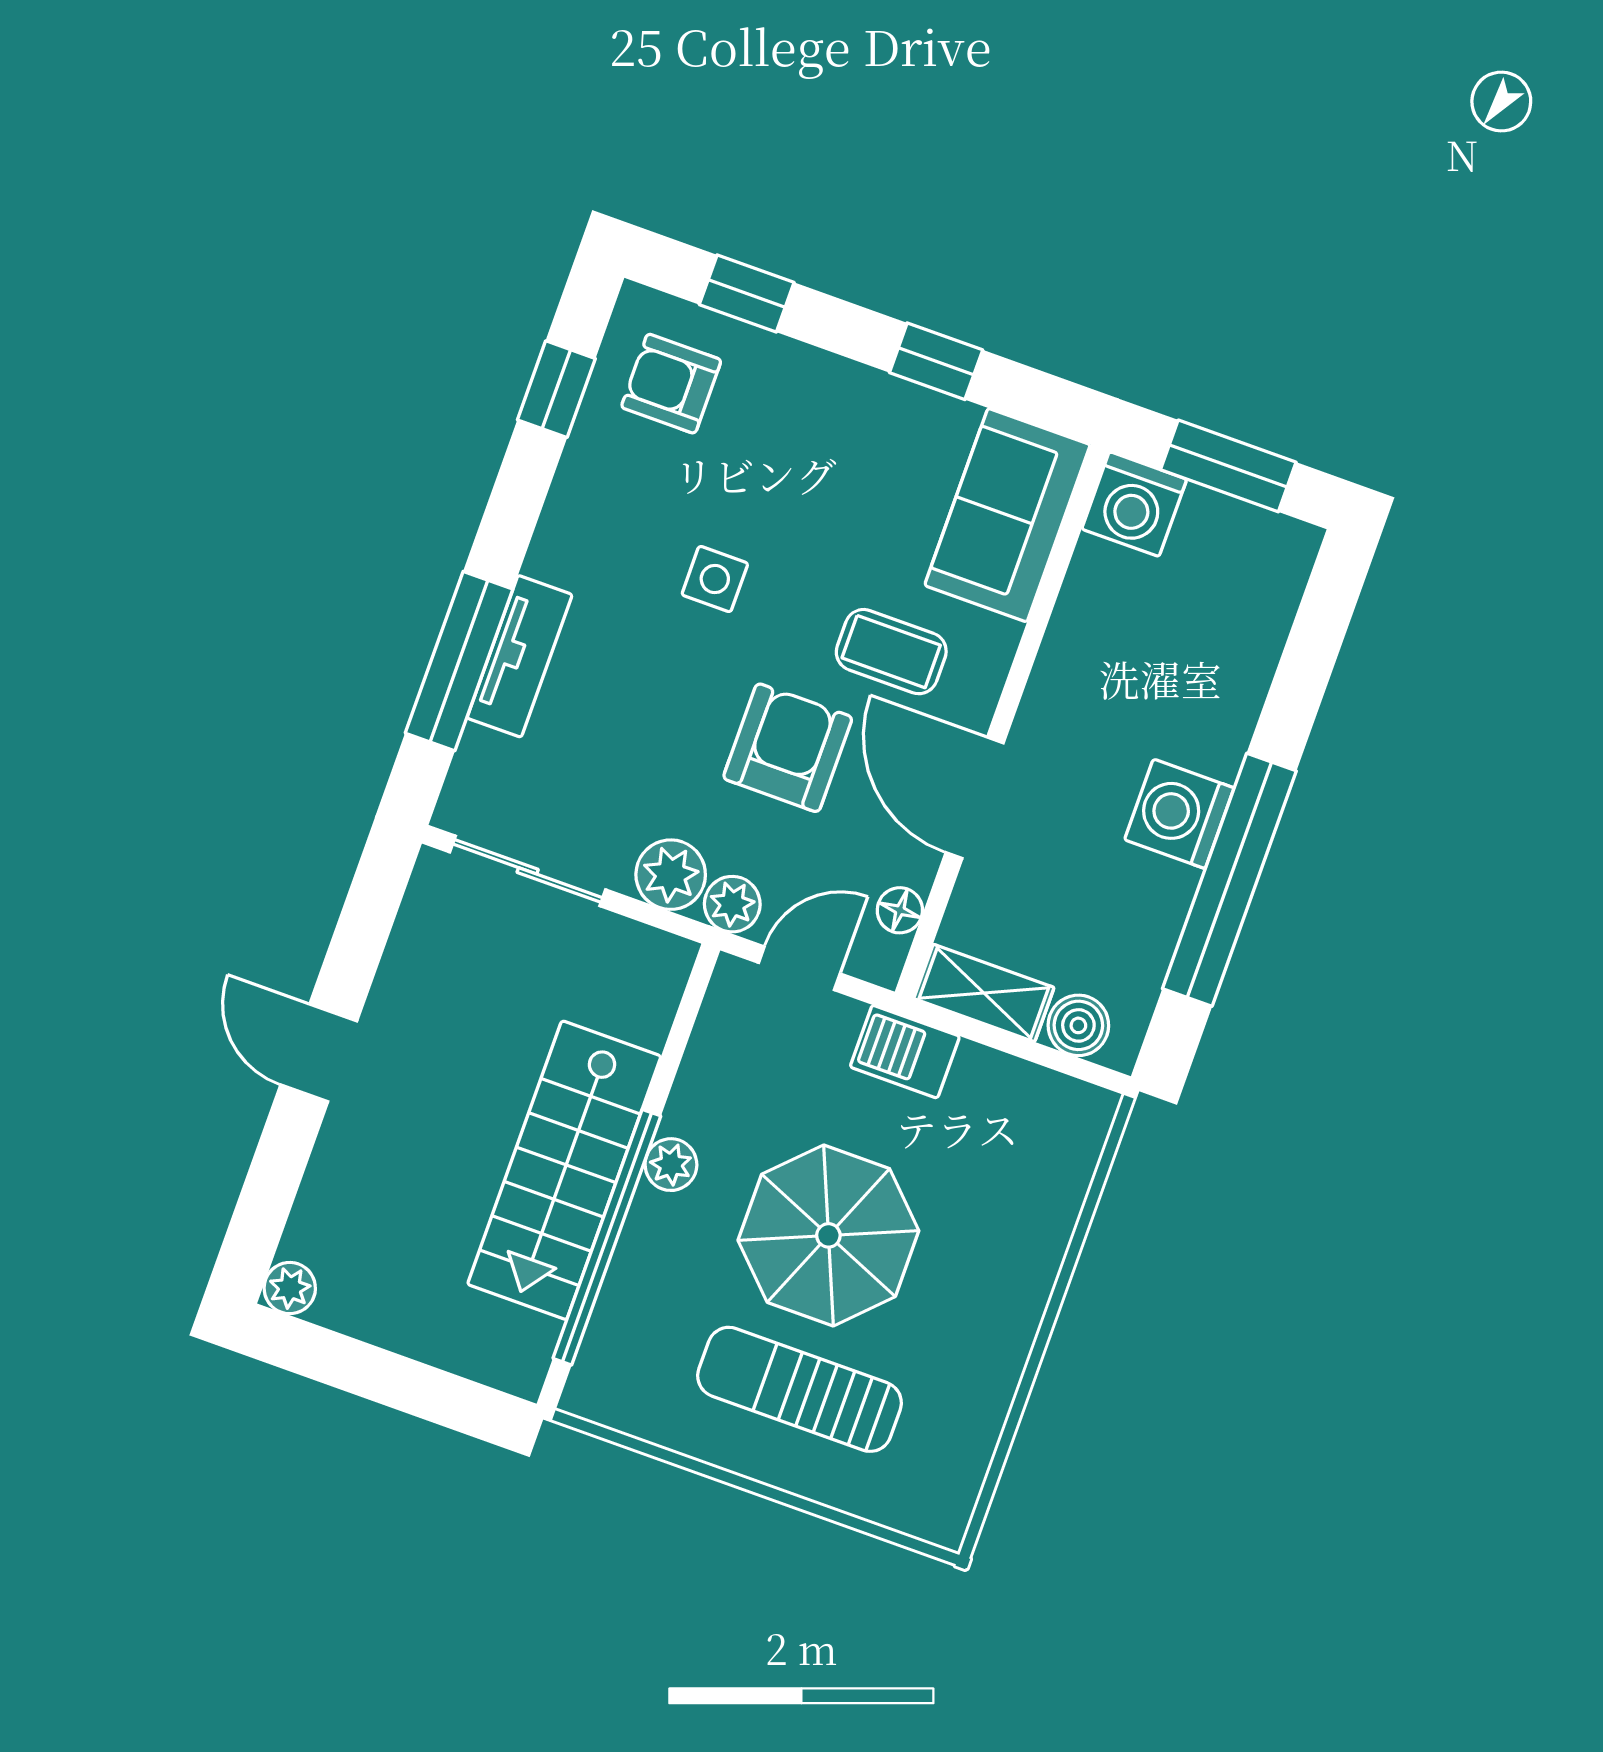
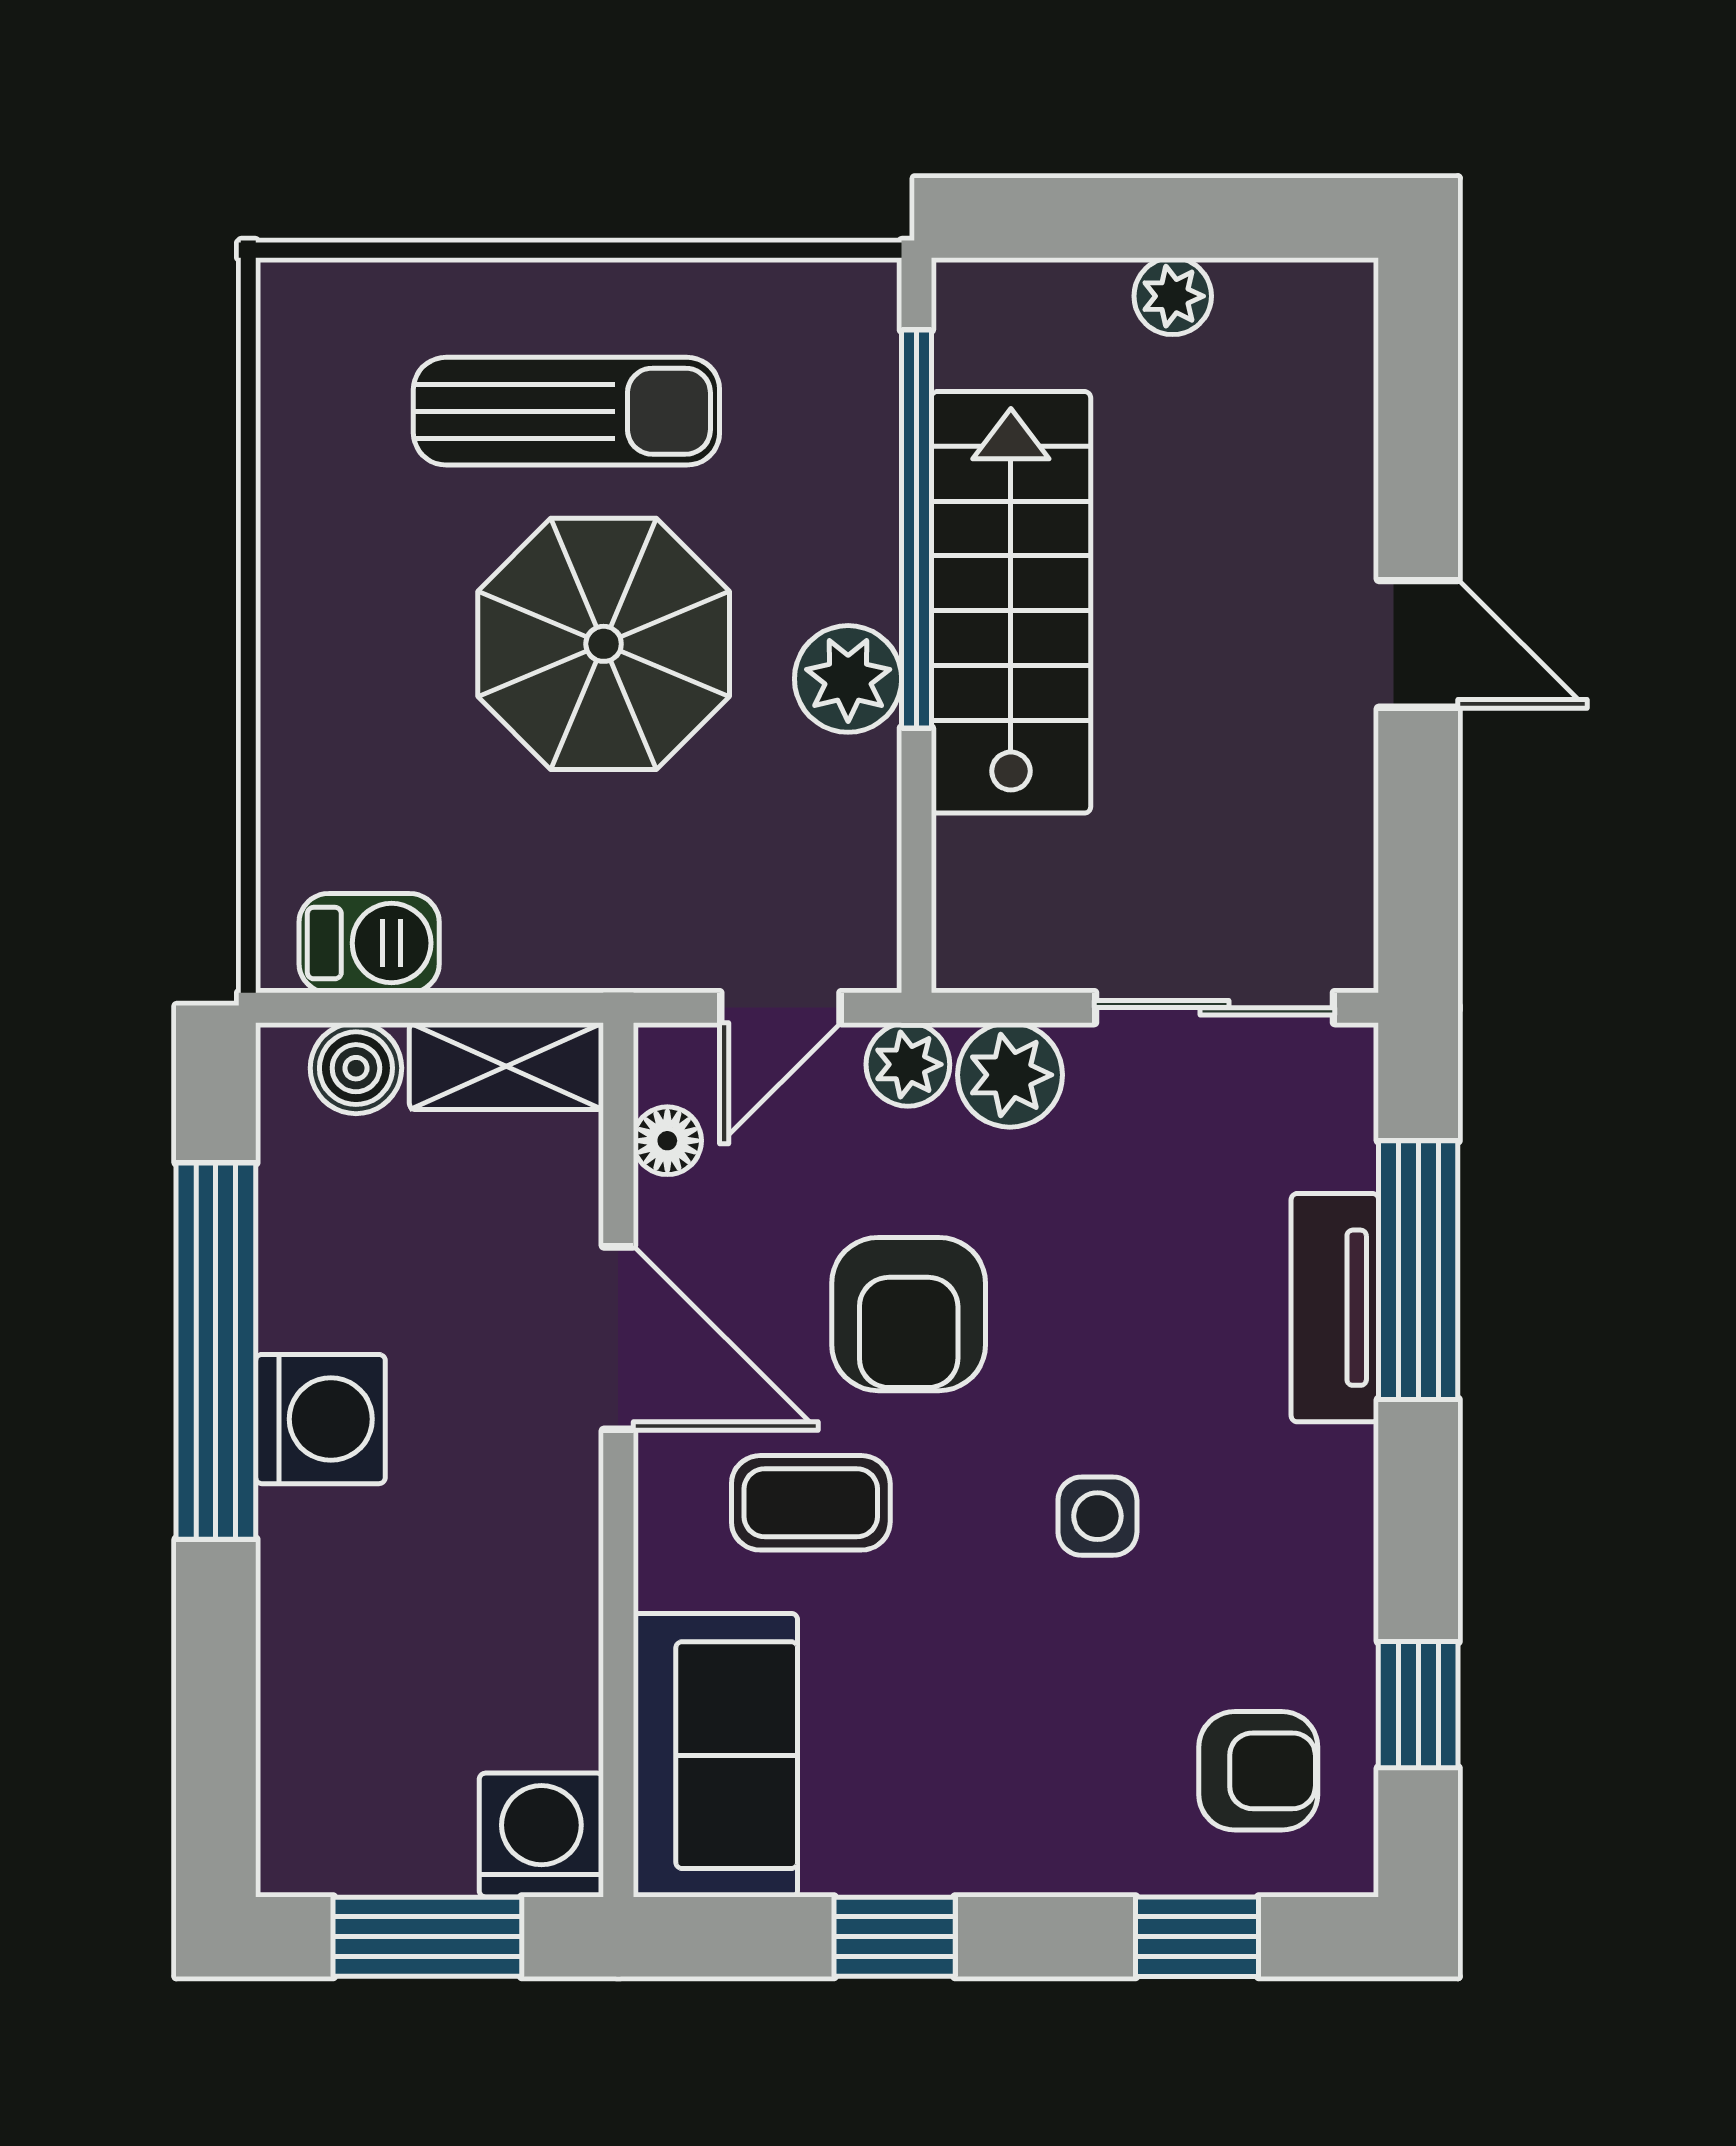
barbecue: (905, 1052) -> (369, 943), moved
plant: (671, 1165) -> (848, 679), width x1.38, depth x1.38
plant: (290, 1288) -> (1173, 296), moved

